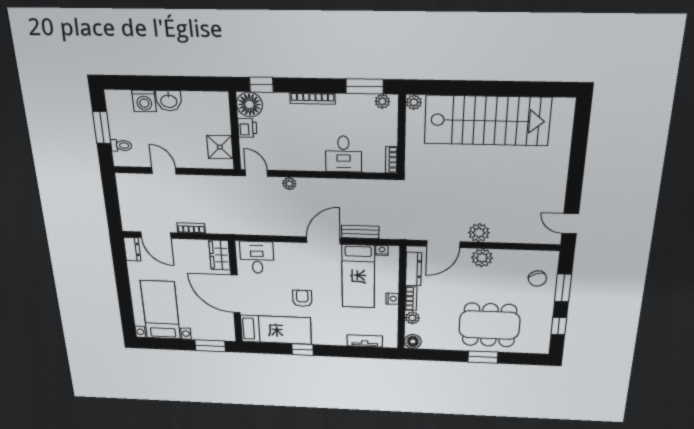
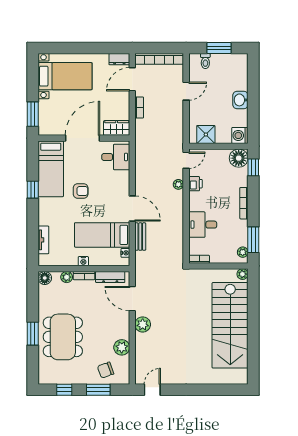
washing machine: (144, 101) -> (240, 135), moved
printer: (247, 128) -> (195, 184), moved, turned -90
bookcase: (126, 202) -> (159, 59), added
plant: (482, 258) -> (122, 347), moved

